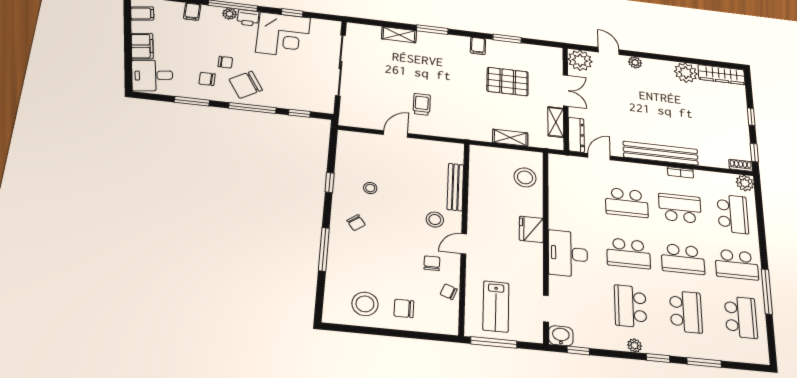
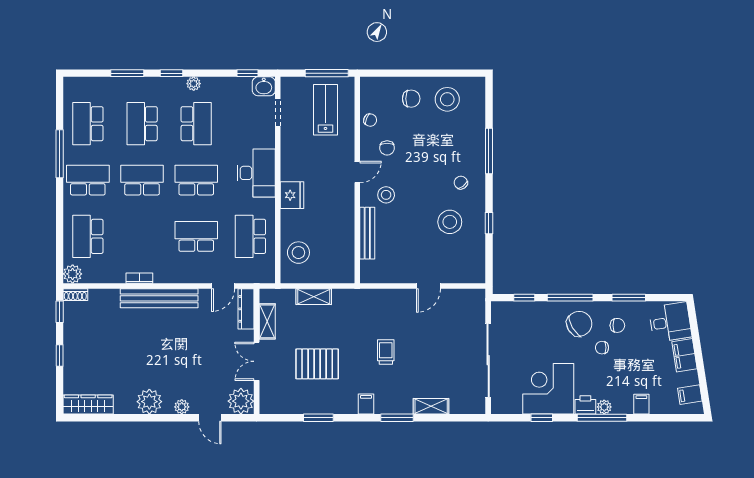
filing cabinet: (478, 46) -> (366, 404), moved
plant: (686, 73) -> (149, 402), moved
trolley: (422, 104) -> (386, 352), moved, turned 180
stool: (370, 188) -> (450, 222), width x1.89, depth x1.89
school desk: (680, 208) -> (250, 236), moved, turned 90

